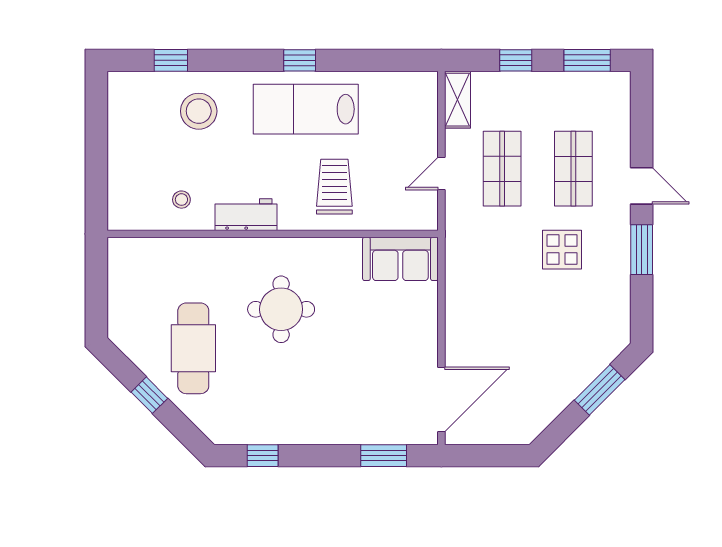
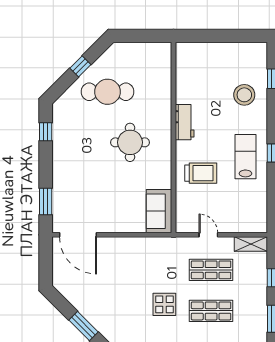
lab bench: (306, 109) -> (245, 157), width x0.73, depth x0.72
stool: (181, 200) -> (193, 85), removed

